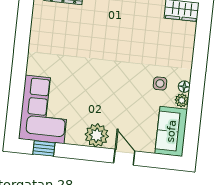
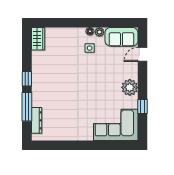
window: (44, 148) -> (143, 106), moved
door: (124, 157) -> (143, 54), moved

